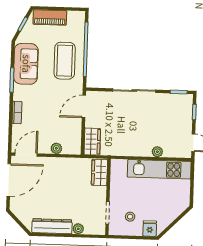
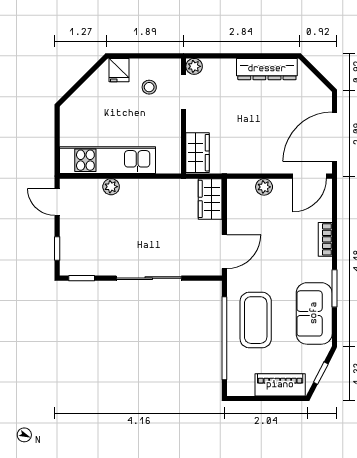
plant: (78, 229) -> (194, 66), moved

